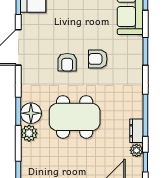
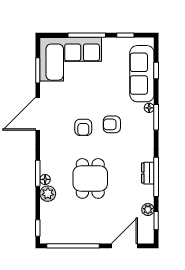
floor lamp: (138, 41) -> (149, 108), added
floor lamp: (31, 113) -> (45, 179), width x0.53, depth x0.53
dining table: (75, 117) -> (90, 178), width x0.73
dresser: (136, 131) -> (148, 173), moved

